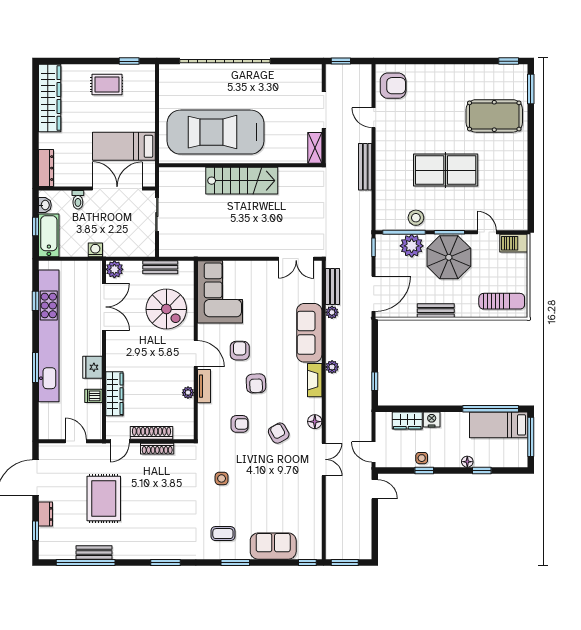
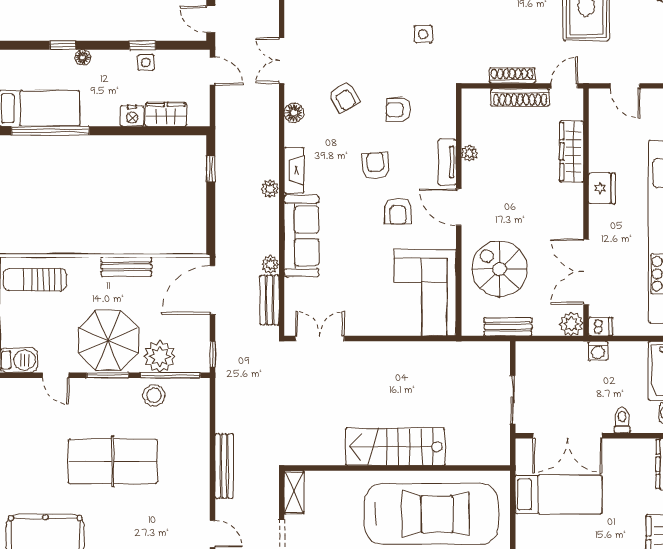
dishwasher: (93, 396) -> (601, 327), moved

